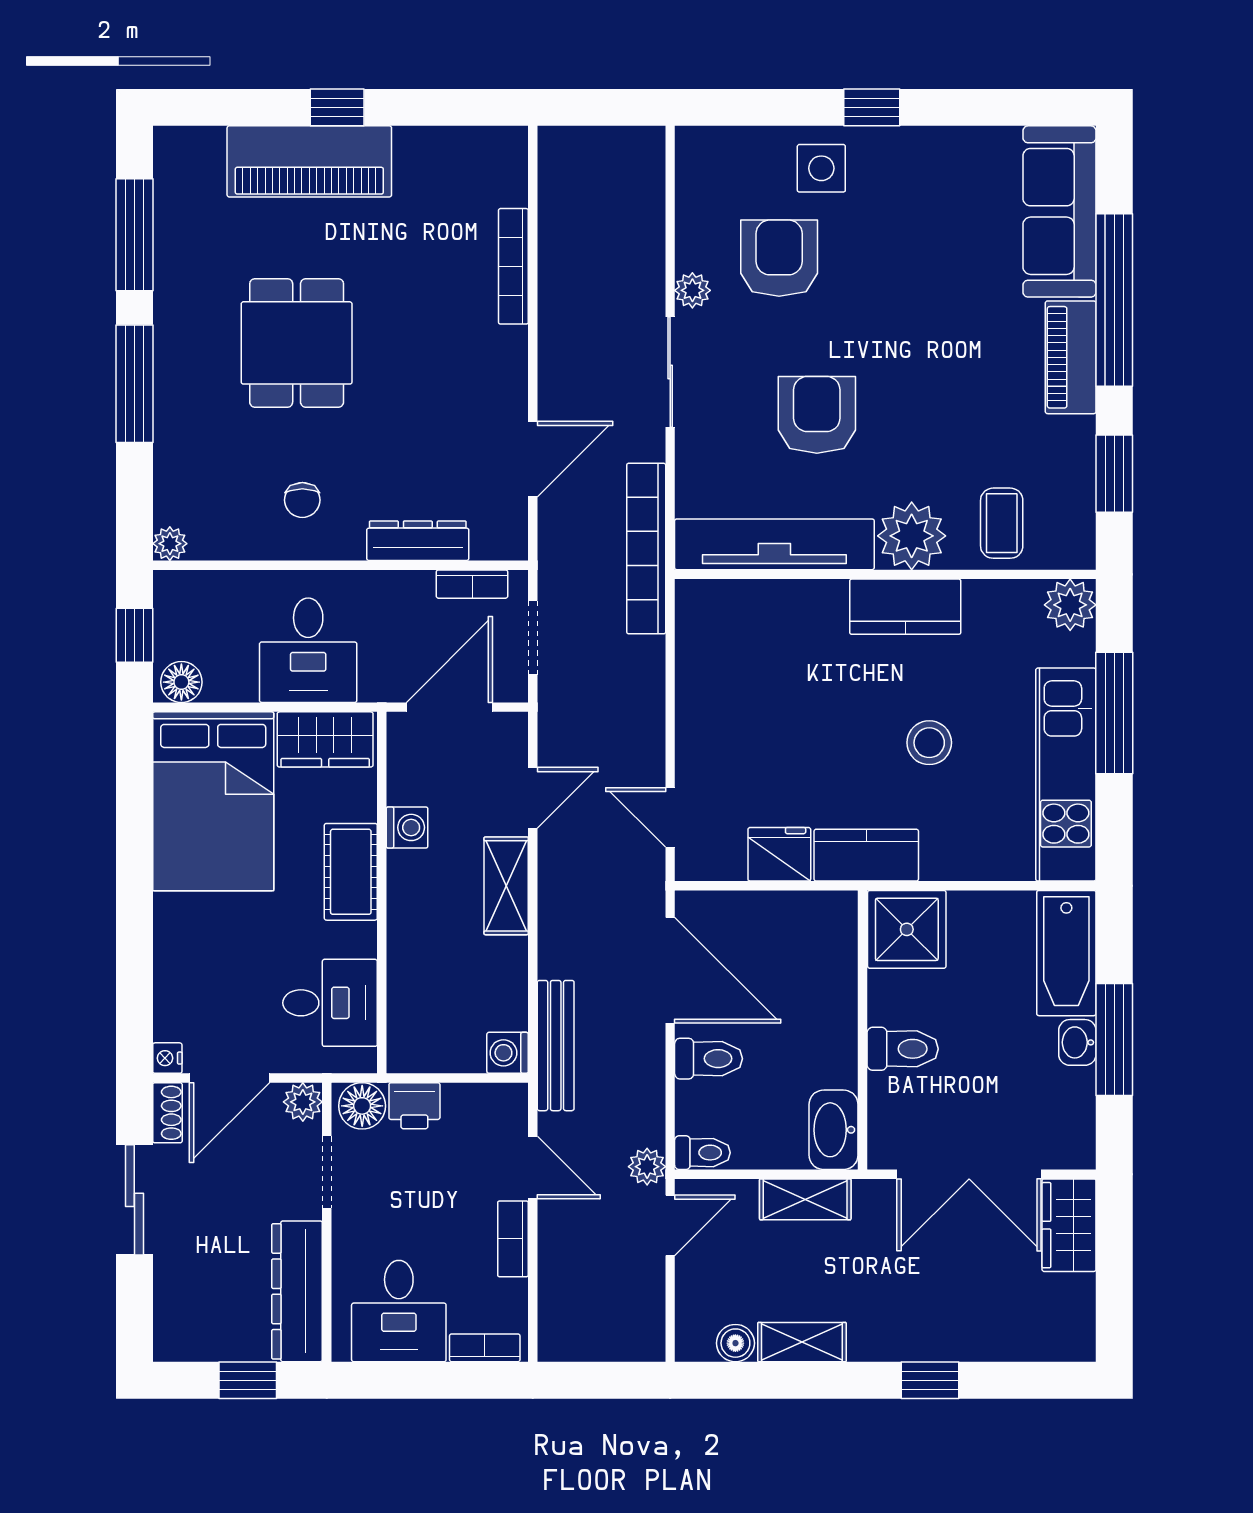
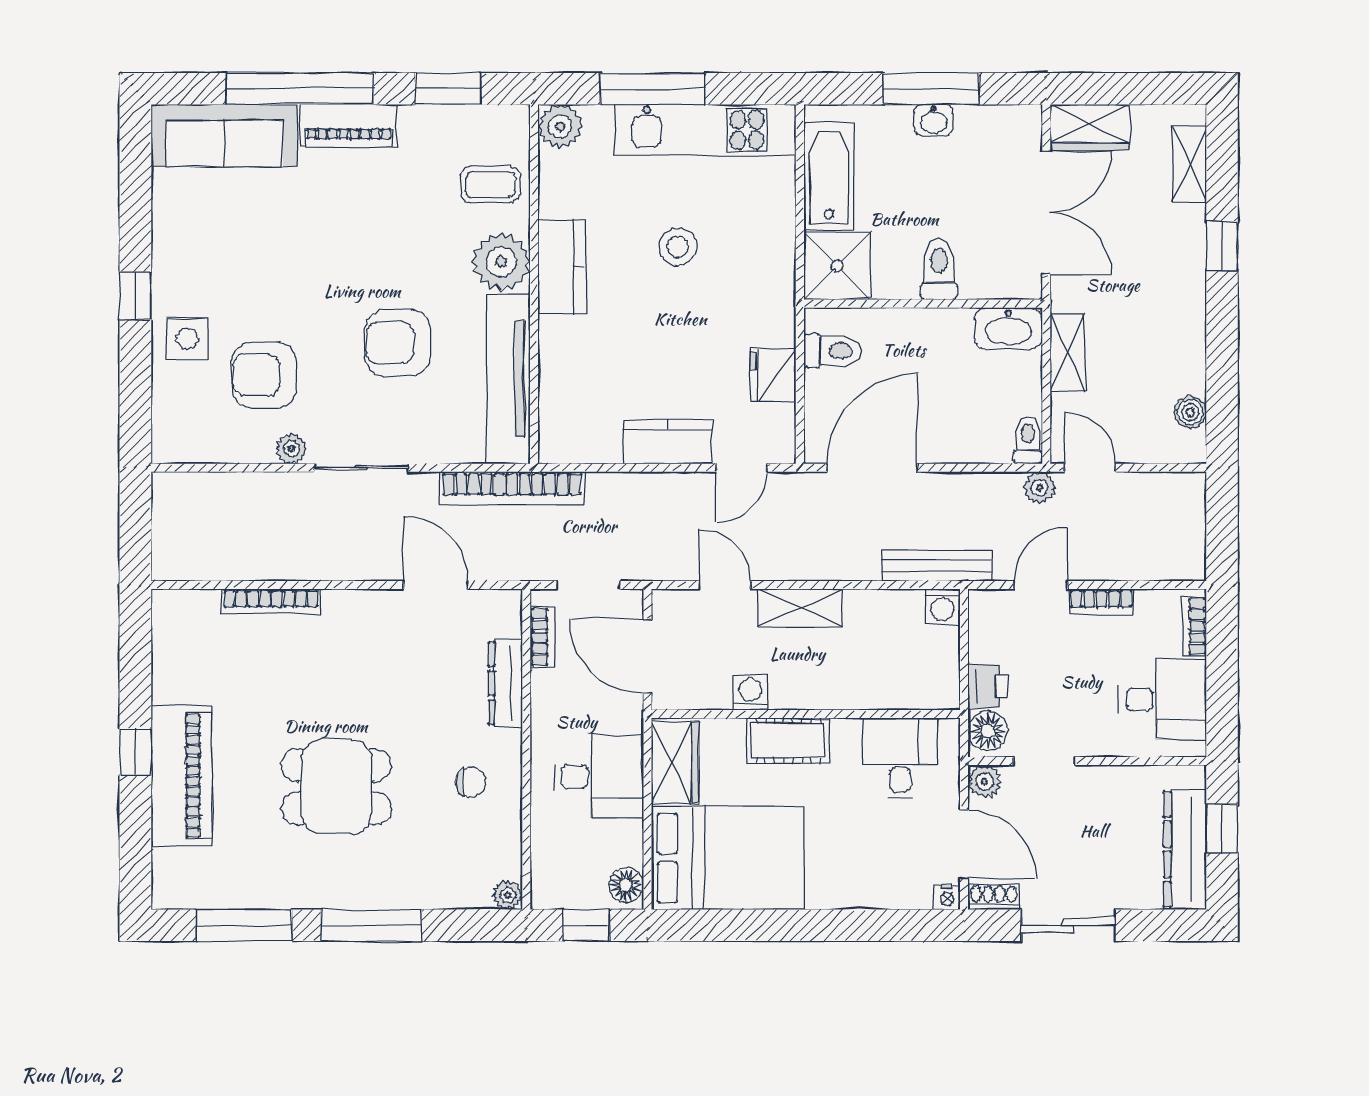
kitchen counter: (866, 855) -> (668, 442), moved, turned 90
bathtub: (1066, 953) -> (829, 176), moved, turned -90
toilet: (709, 1059) -> (833, 351), moved, turned 90
dresser: (297, 1291) -> (1185, 849), moved, turned 90
shelving: (802, 1342) -> (1190, 164), moved

